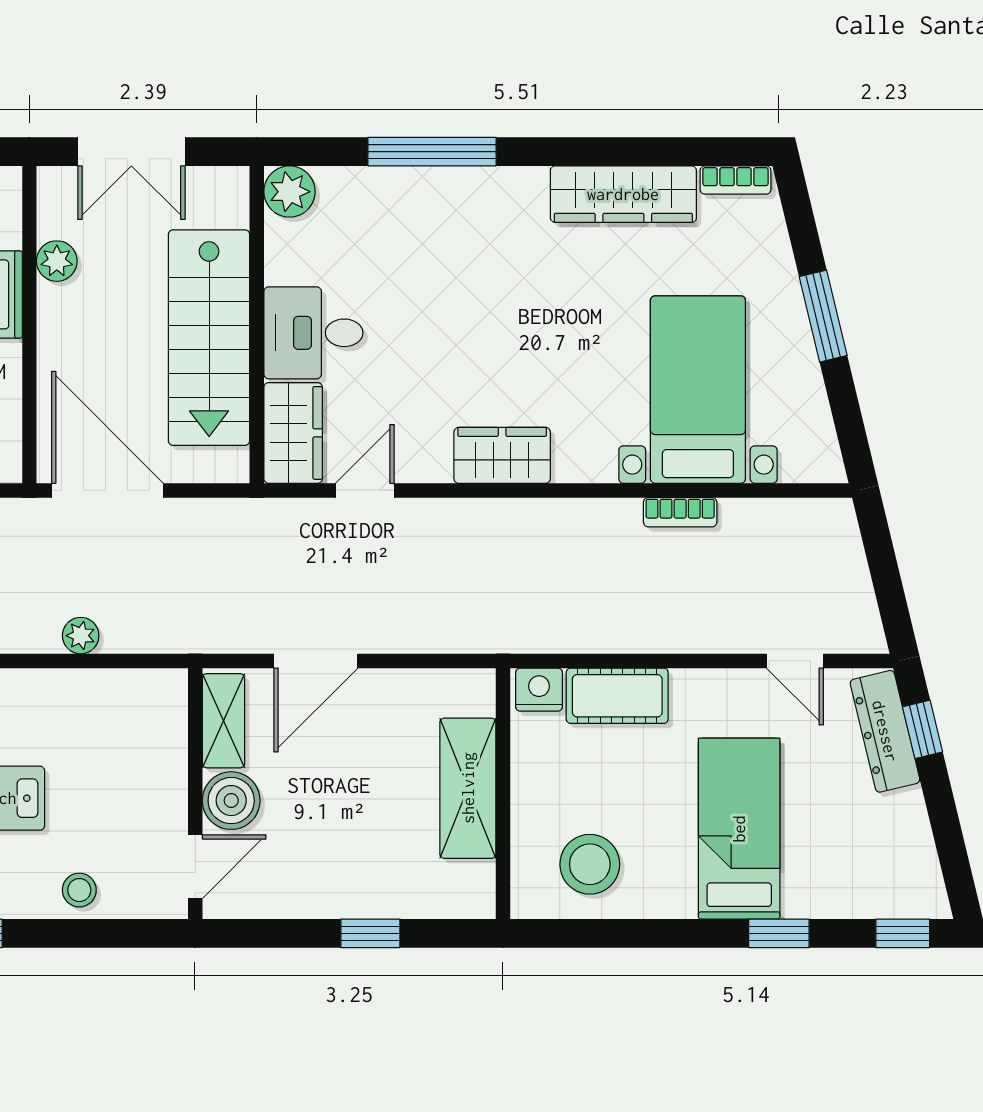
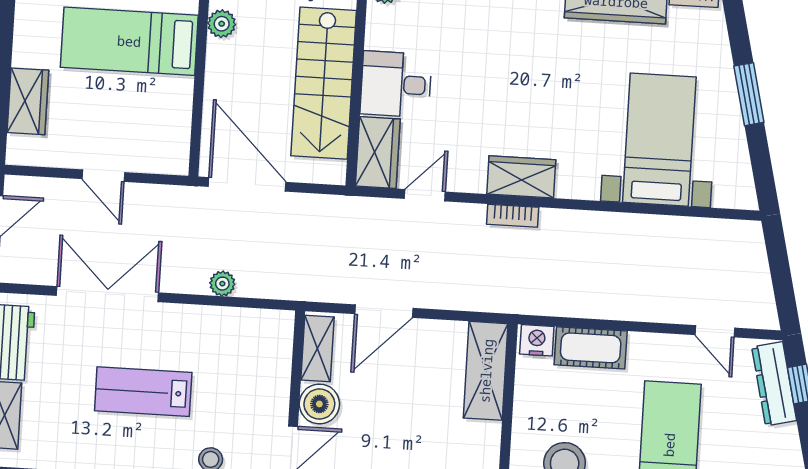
bookcase: (680, 512) -> (513, 216), moved
shelving: (468, 788) -> (486, 371), moved

